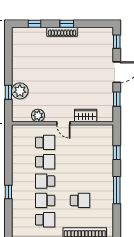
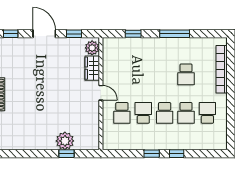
plant: (38, 115) -> (92, 48), moved
door: (63, 123) -> (101, 93), hinge flipped
school desk: (45, 142) -> (122, 113), turned 180
window: (8, 169) -> (152, 154), added
school desk: (80, 200) -> (186, 74), turned 180

